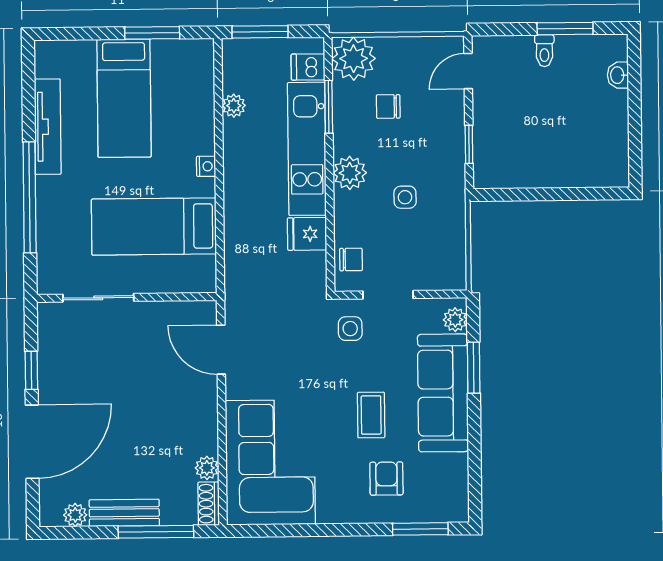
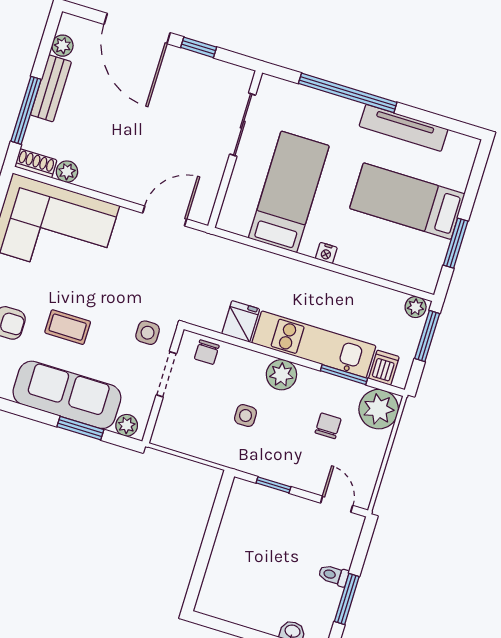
plant: (234, 106) -> (416, 307), moved

